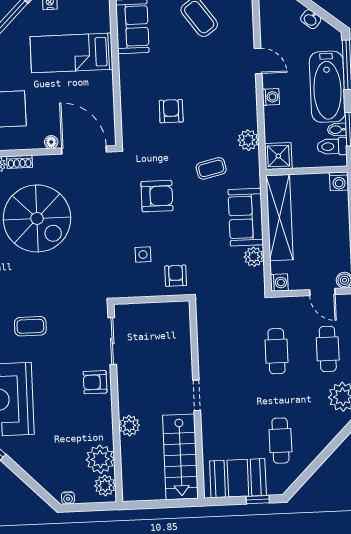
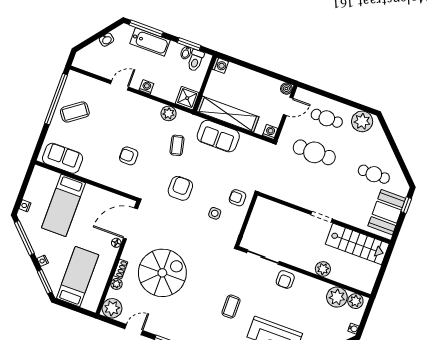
bathtub: (327, 87) -> (150, 42), width x0.73, depth x0.73
plant: (254, 257) -> (246, 141), removed
cafe table: (277, 351) -> (314, 152), width x1.37, depth x1.35

